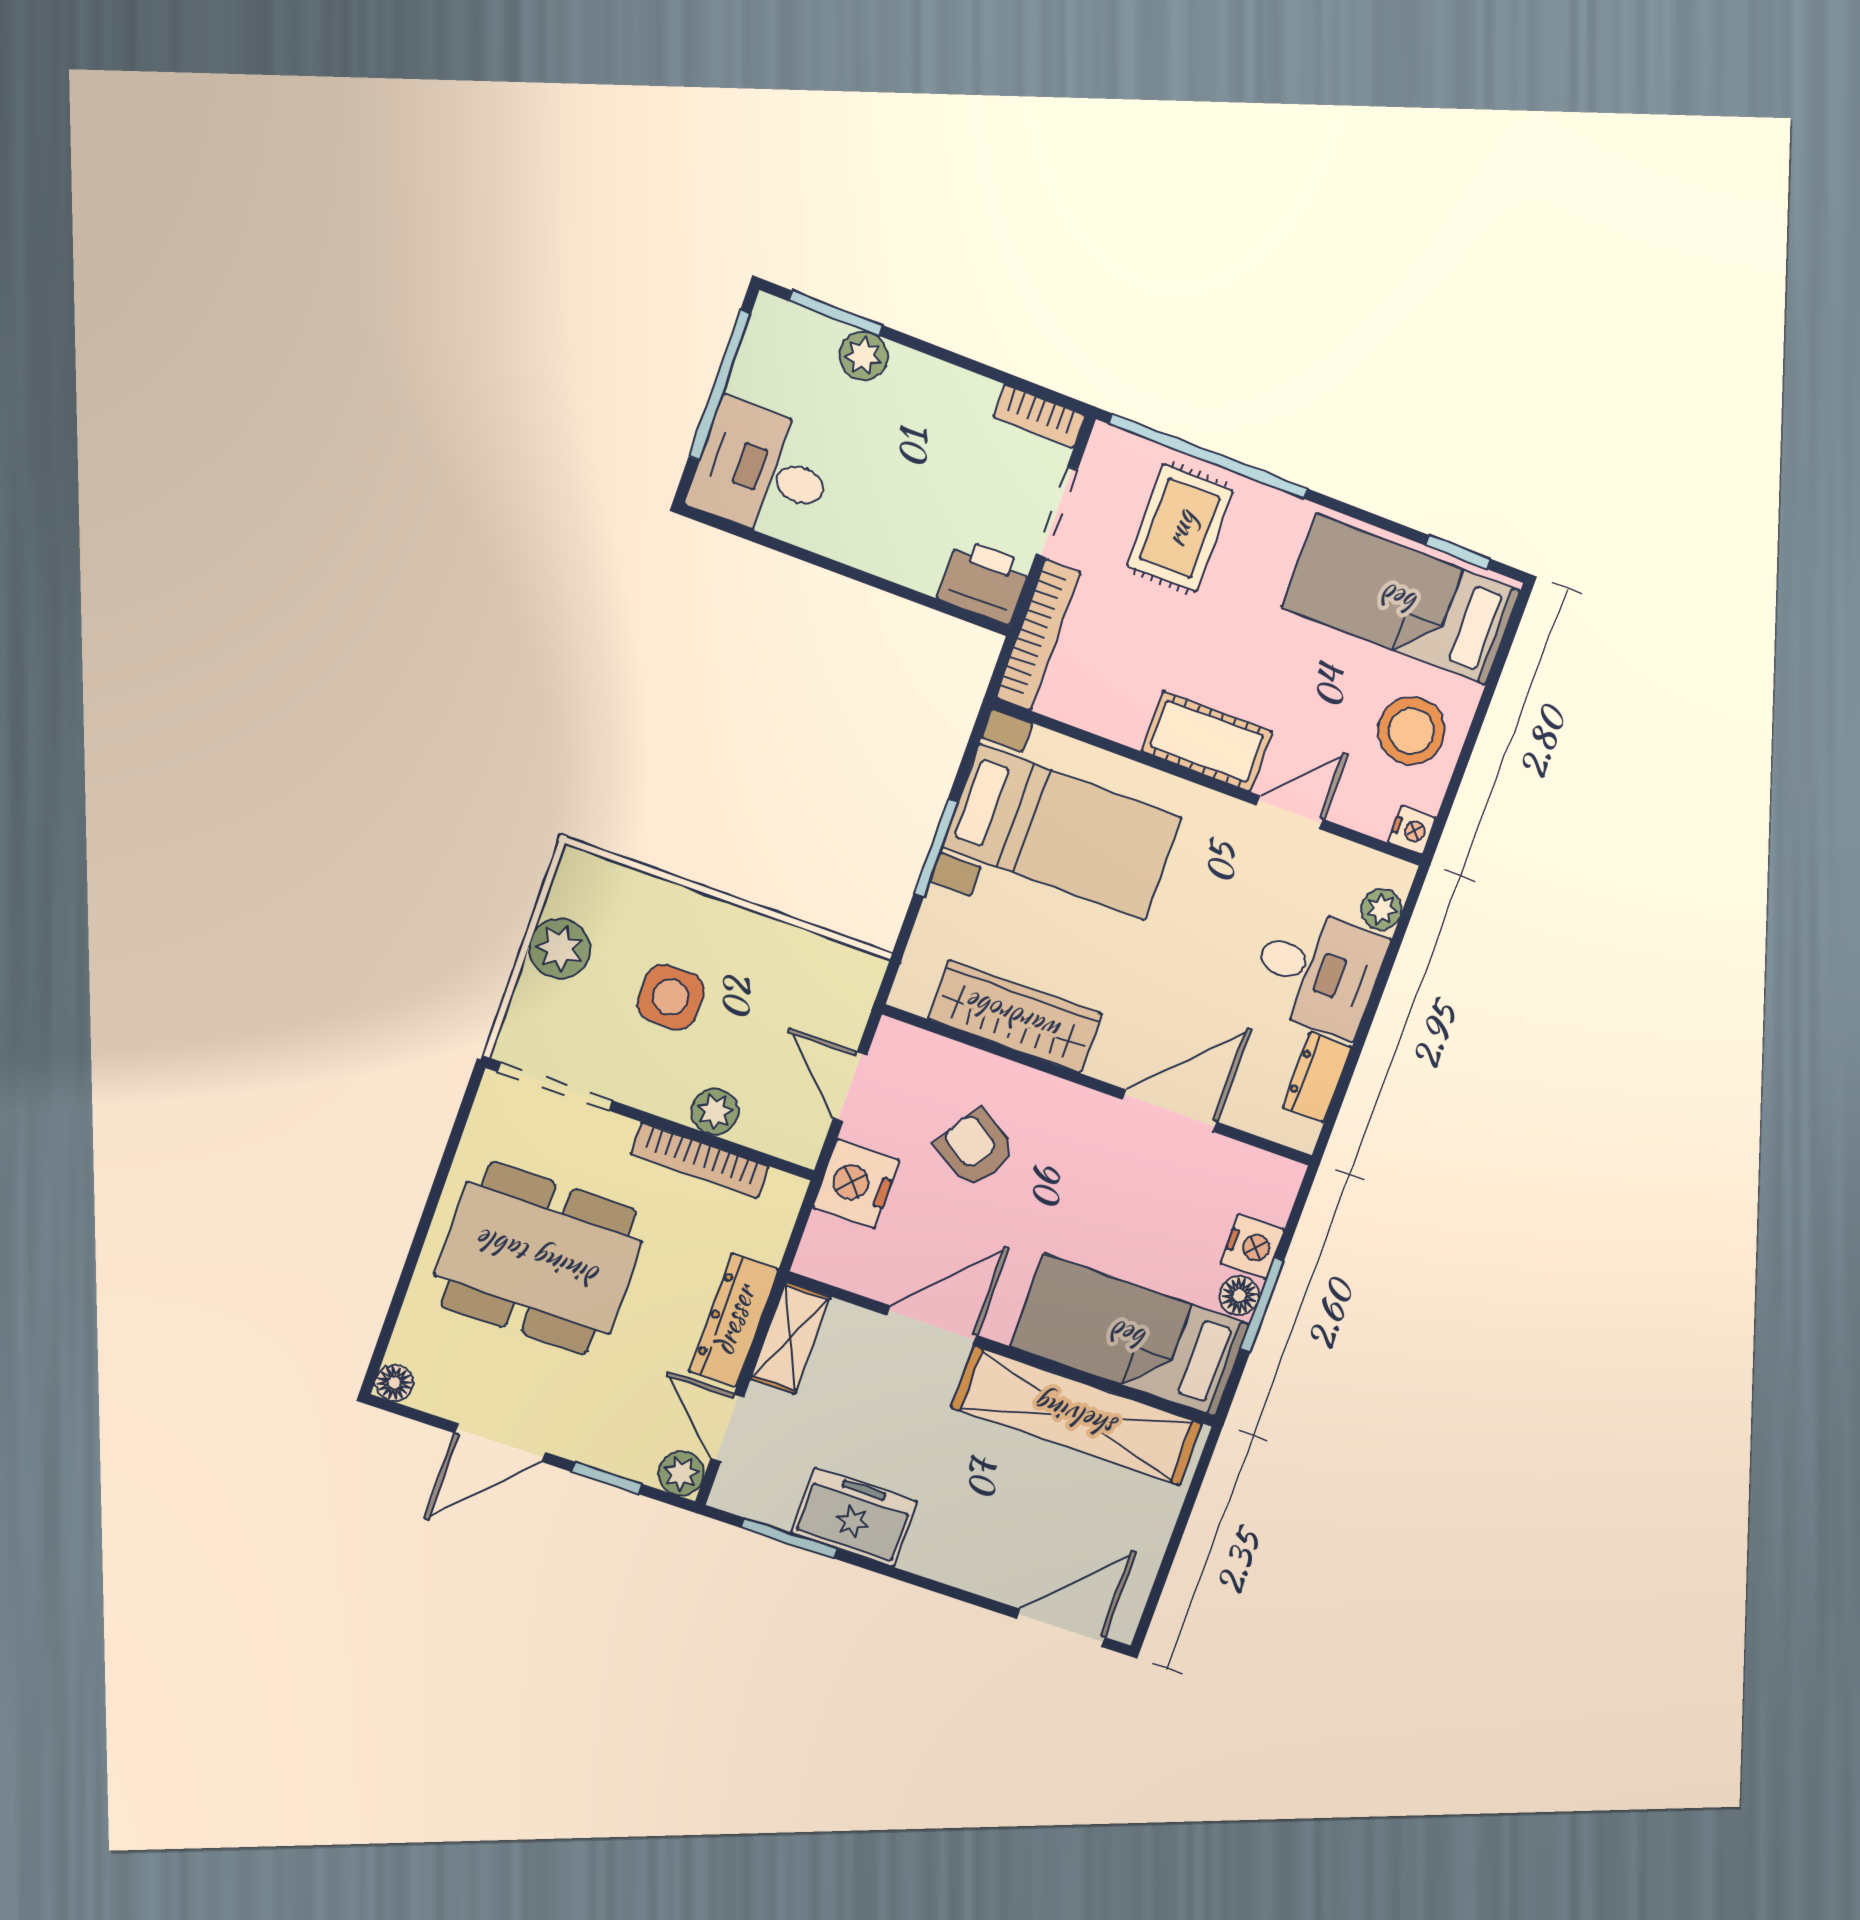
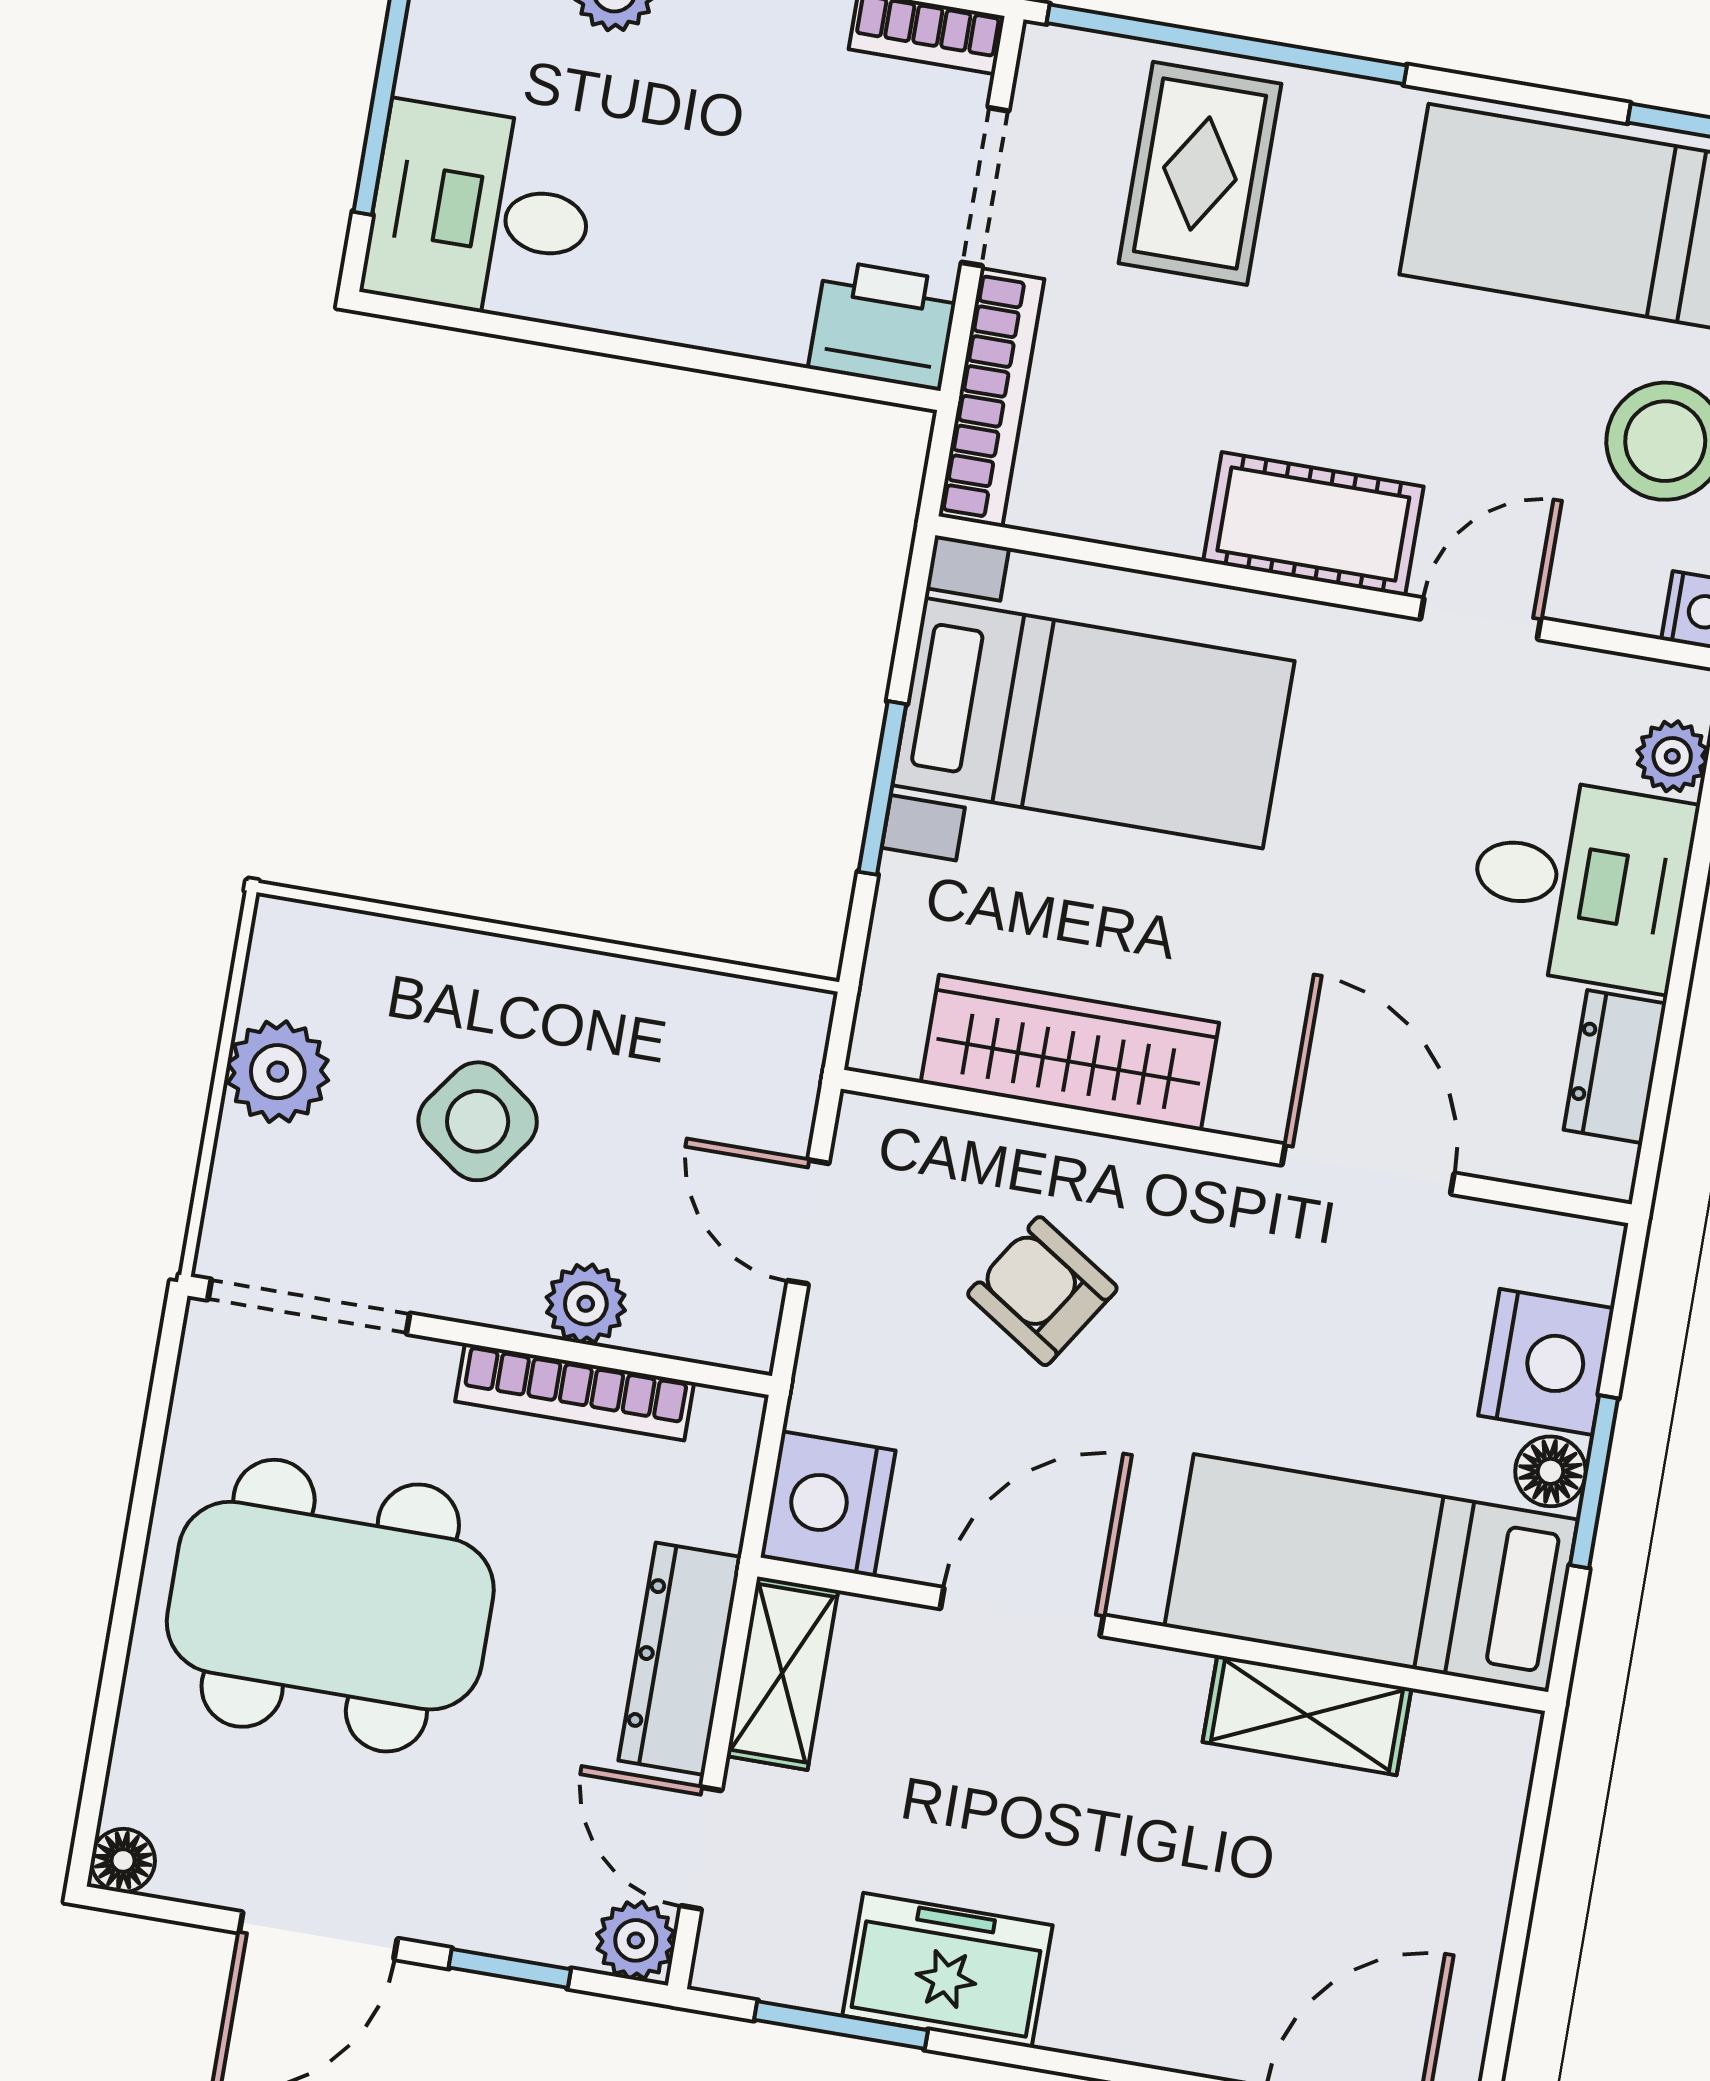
side table: (671, 997) -> (478, 1121), turned 36
door: (1170, 1111) -> (1368, 1169), hinge flipped
nightstand: (856, 1184) -> (828, 1504), moved
nightstand: (1252, 1246) -> (1546, 1362), width x1.36, depth x1.33
shelving: (1077, 1416) -> (1307, 1715), width x0.45, depth x0.75

